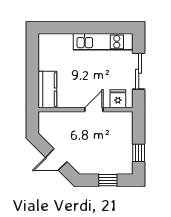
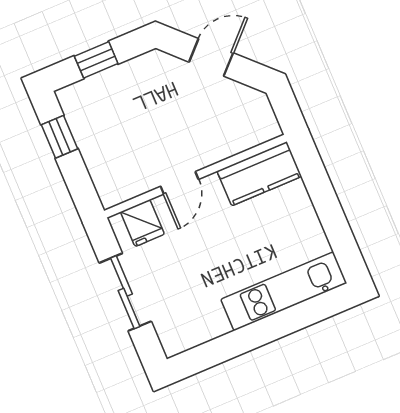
kitchen unit: (103, 42) -> (284, 291), moved
kitchen counter: (47, 90) -> (259, 174), moved, turned -90

